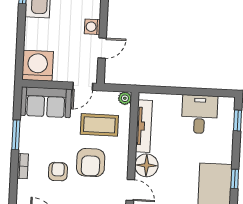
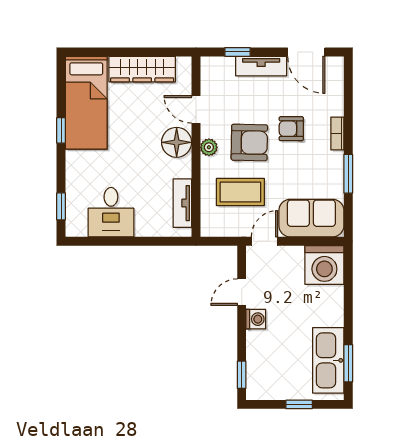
plant: (125, 98) -> (209, 147), moved
tv unit: (144, 126) -> (182, 203), width x0.71
armchair: (91, 163) -> (249, 143), turned 91
armchair: (58, 172) -> (291, 129), turned 90

